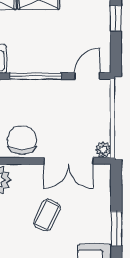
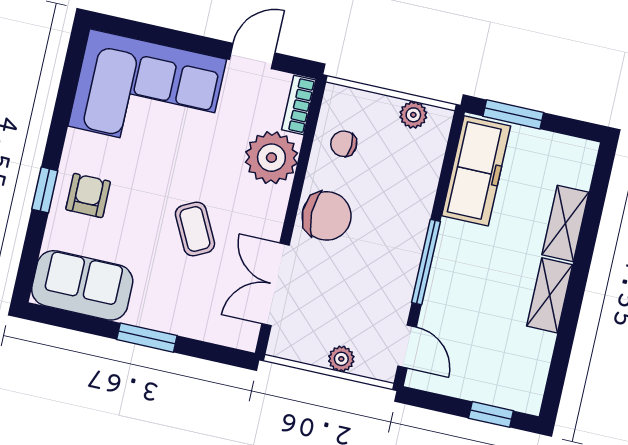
plant: (103, 150) -> (341, 359), moved
coffee table: (47, 215) -> (195, 229), turned 37

